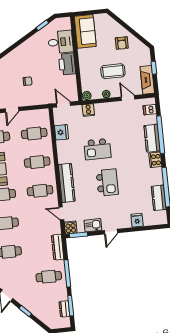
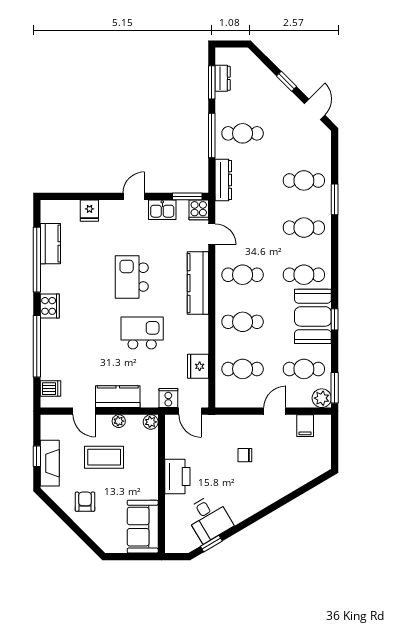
desk: (60, 42) -> (209, 518), moved, turned -121
fireplace: (147, 80) -> (50, 463), moved
cooker: (88, 110) -> (168, 398), moved
kitchen counter: (152, 138) -> (118, 397), moved, turned -90

